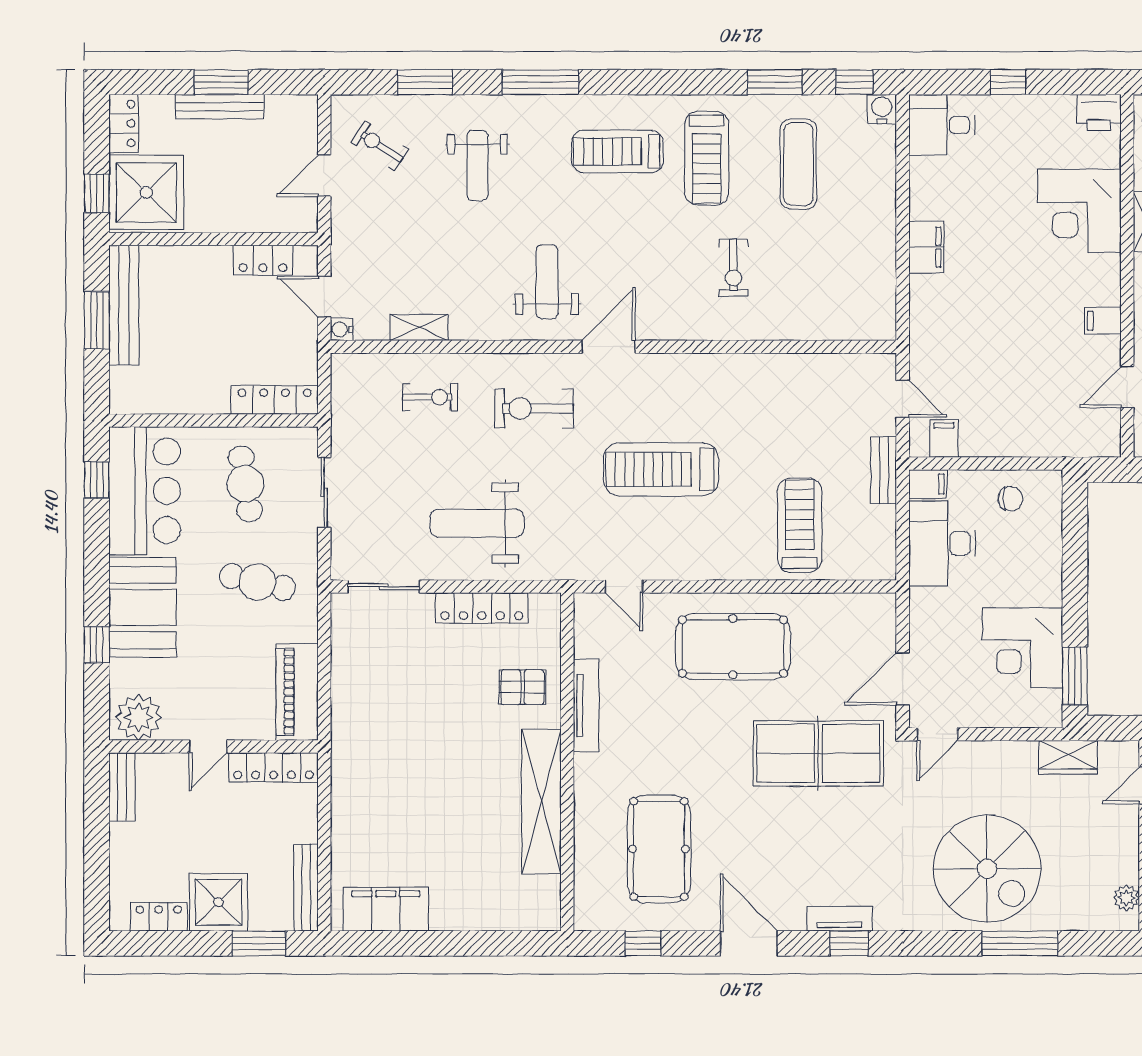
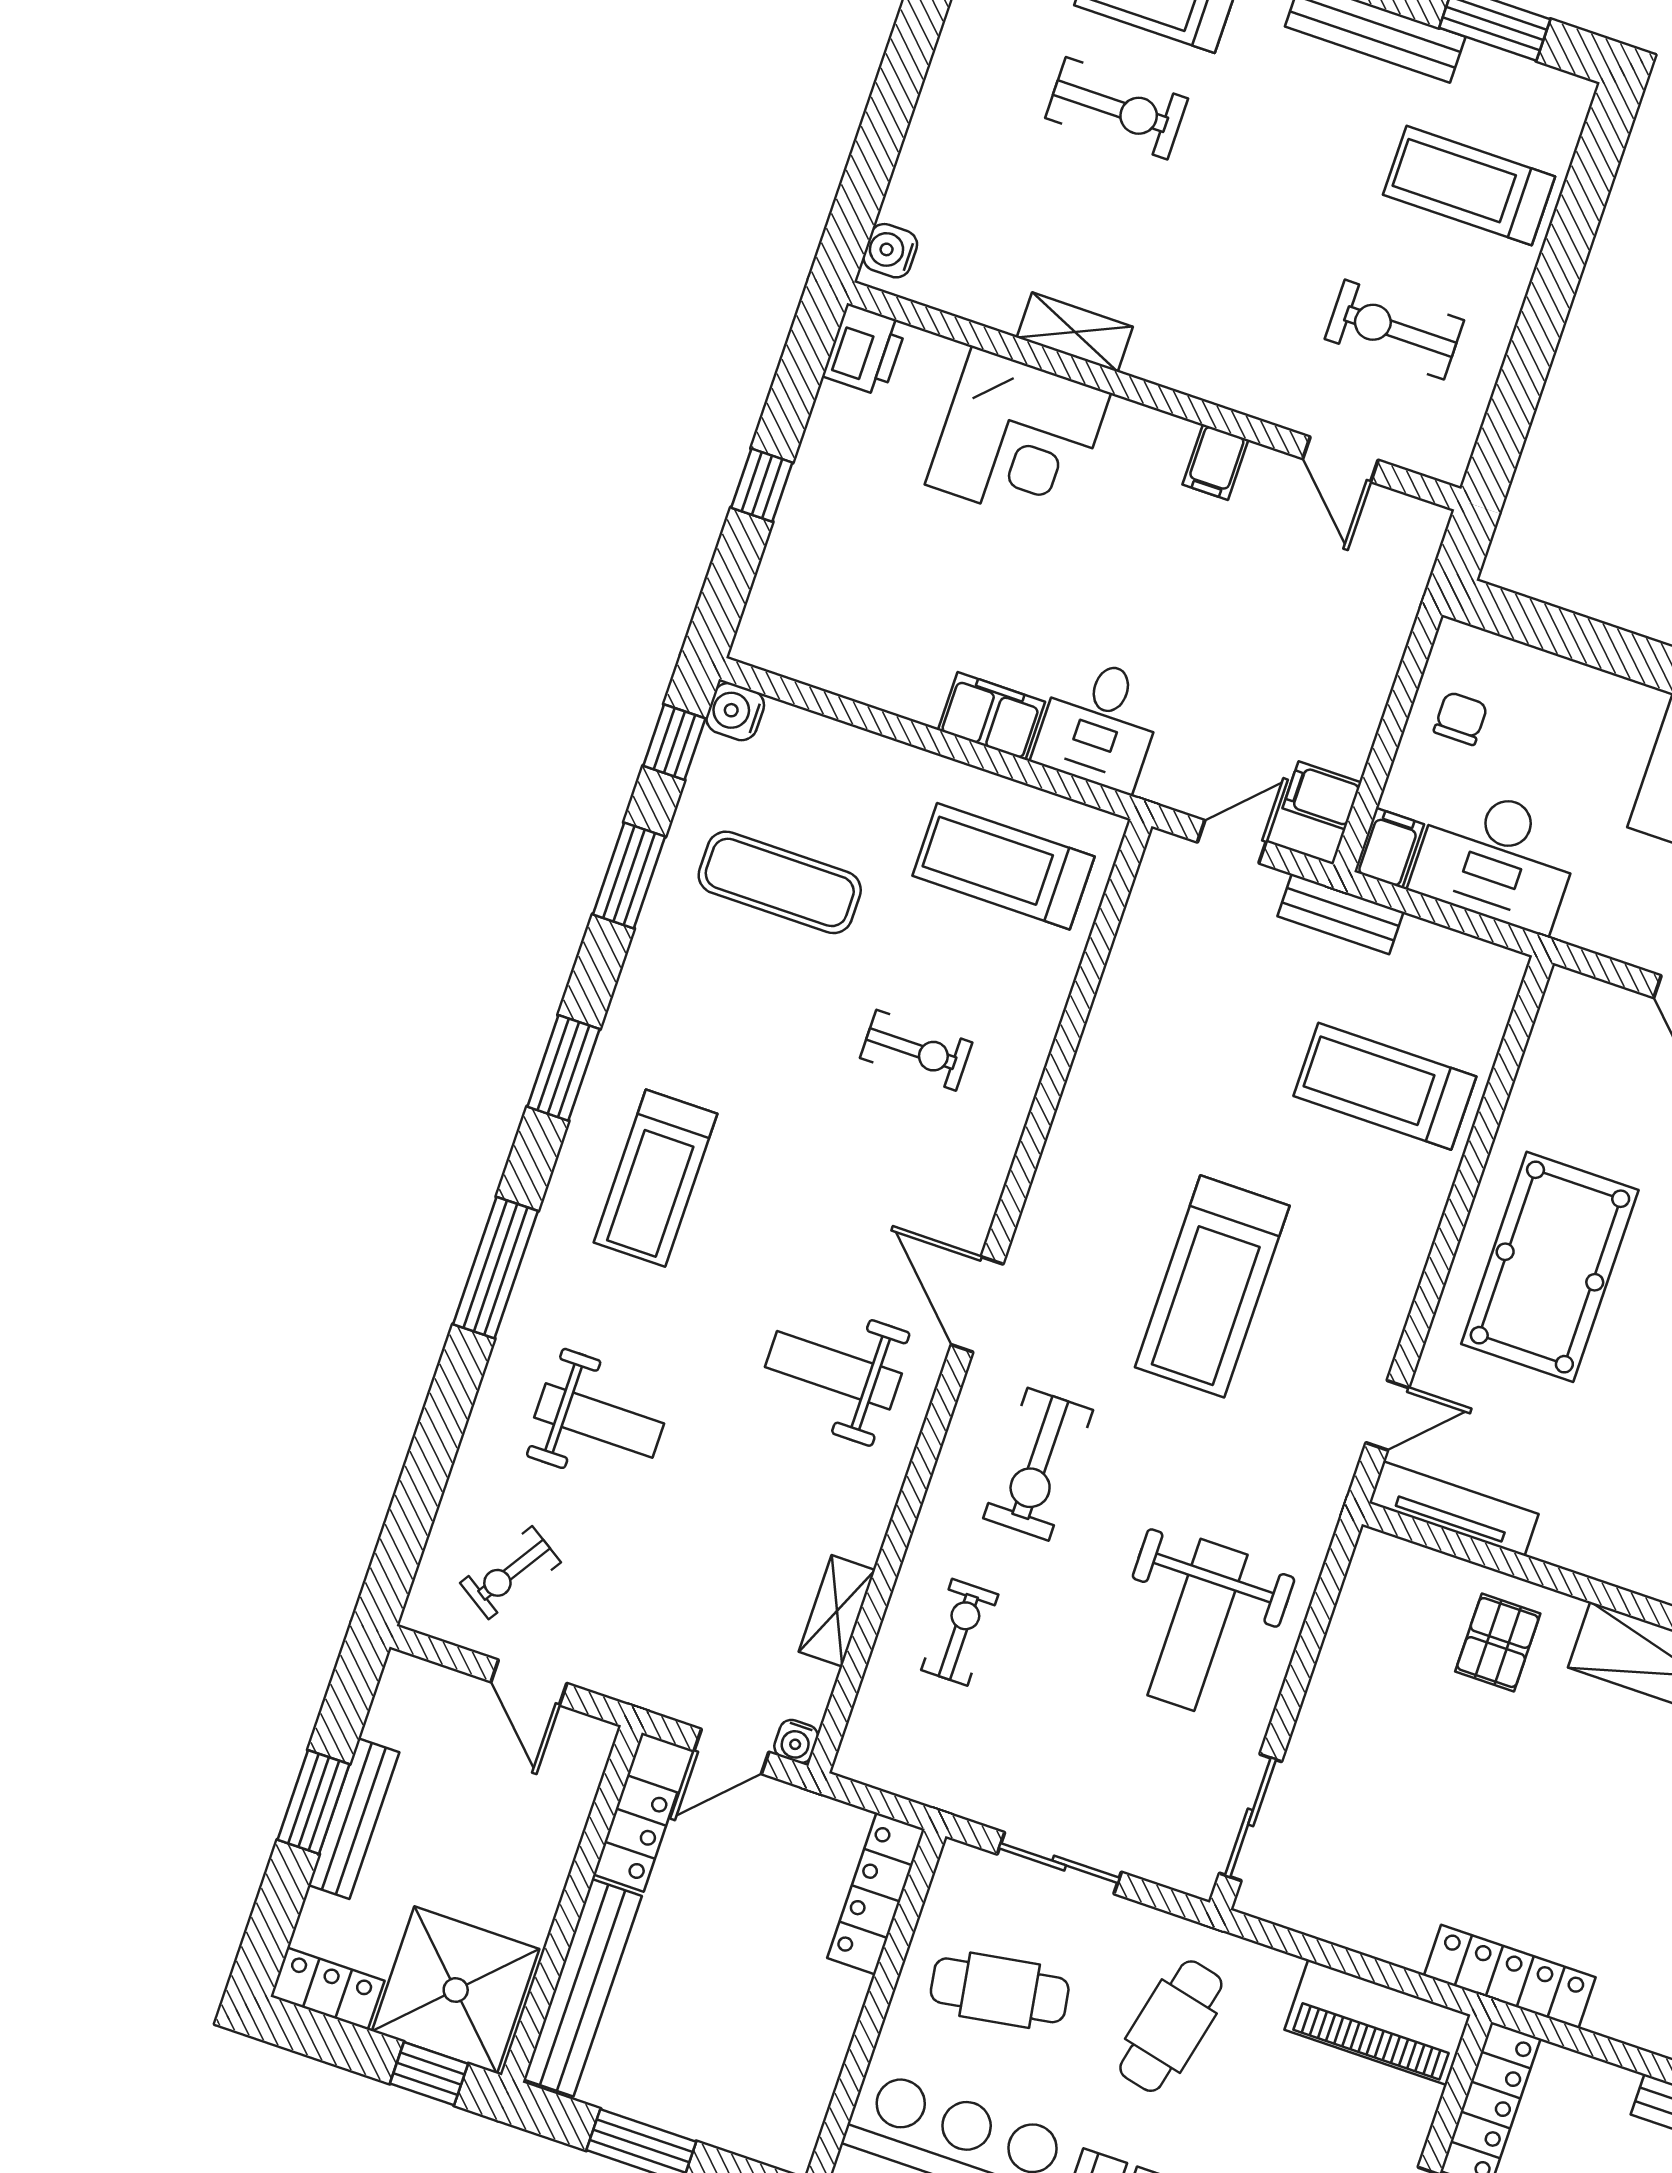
window: (425, 82) -> (563, 1068), moved
desk: (942, 125) -> (1099, 724), moved
treadmill: (707, 158) -> (1003, 866), moved, turned 180
bench: (124, 305) -> (583, 1988), moved, turned 90
locker: (482, 608) -> (1510, 1976), moved, turned -90
tv unit: (586, 706) -> (1454, 1509), moved

